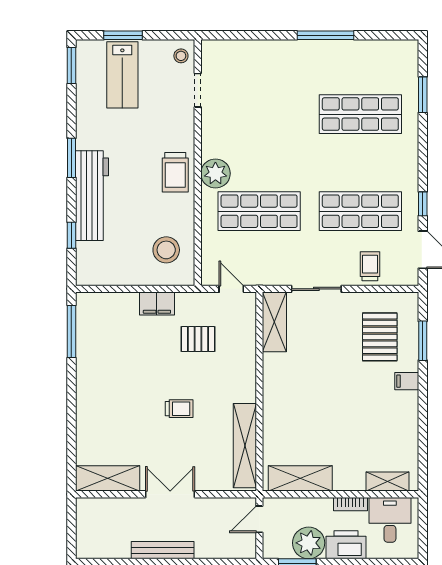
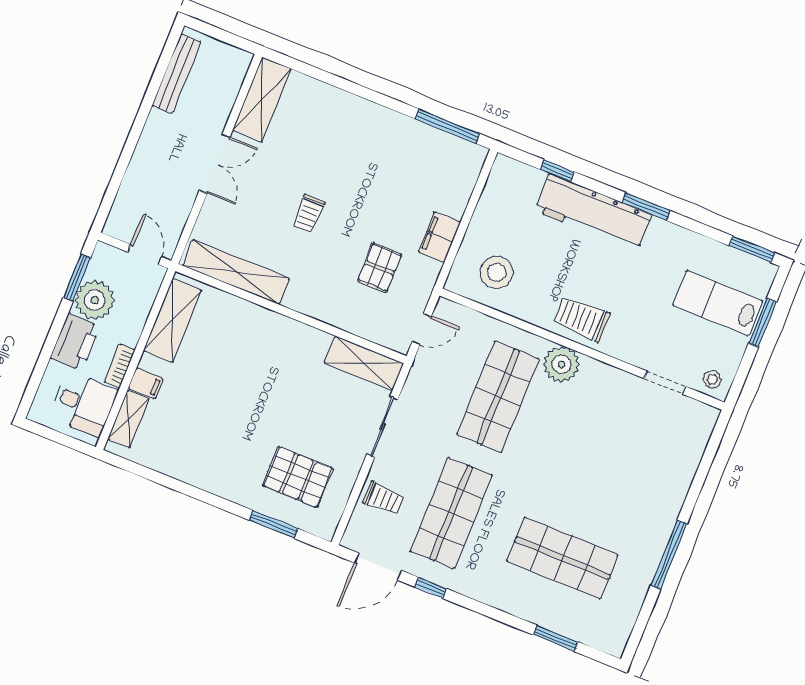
shop shelf: (360, 114) -> (562, 558), turned 90
filing cabinet: (407, 381) -> (146, 383), moved, turned 90
bench: (163, 550) -> (176, 74), moved

